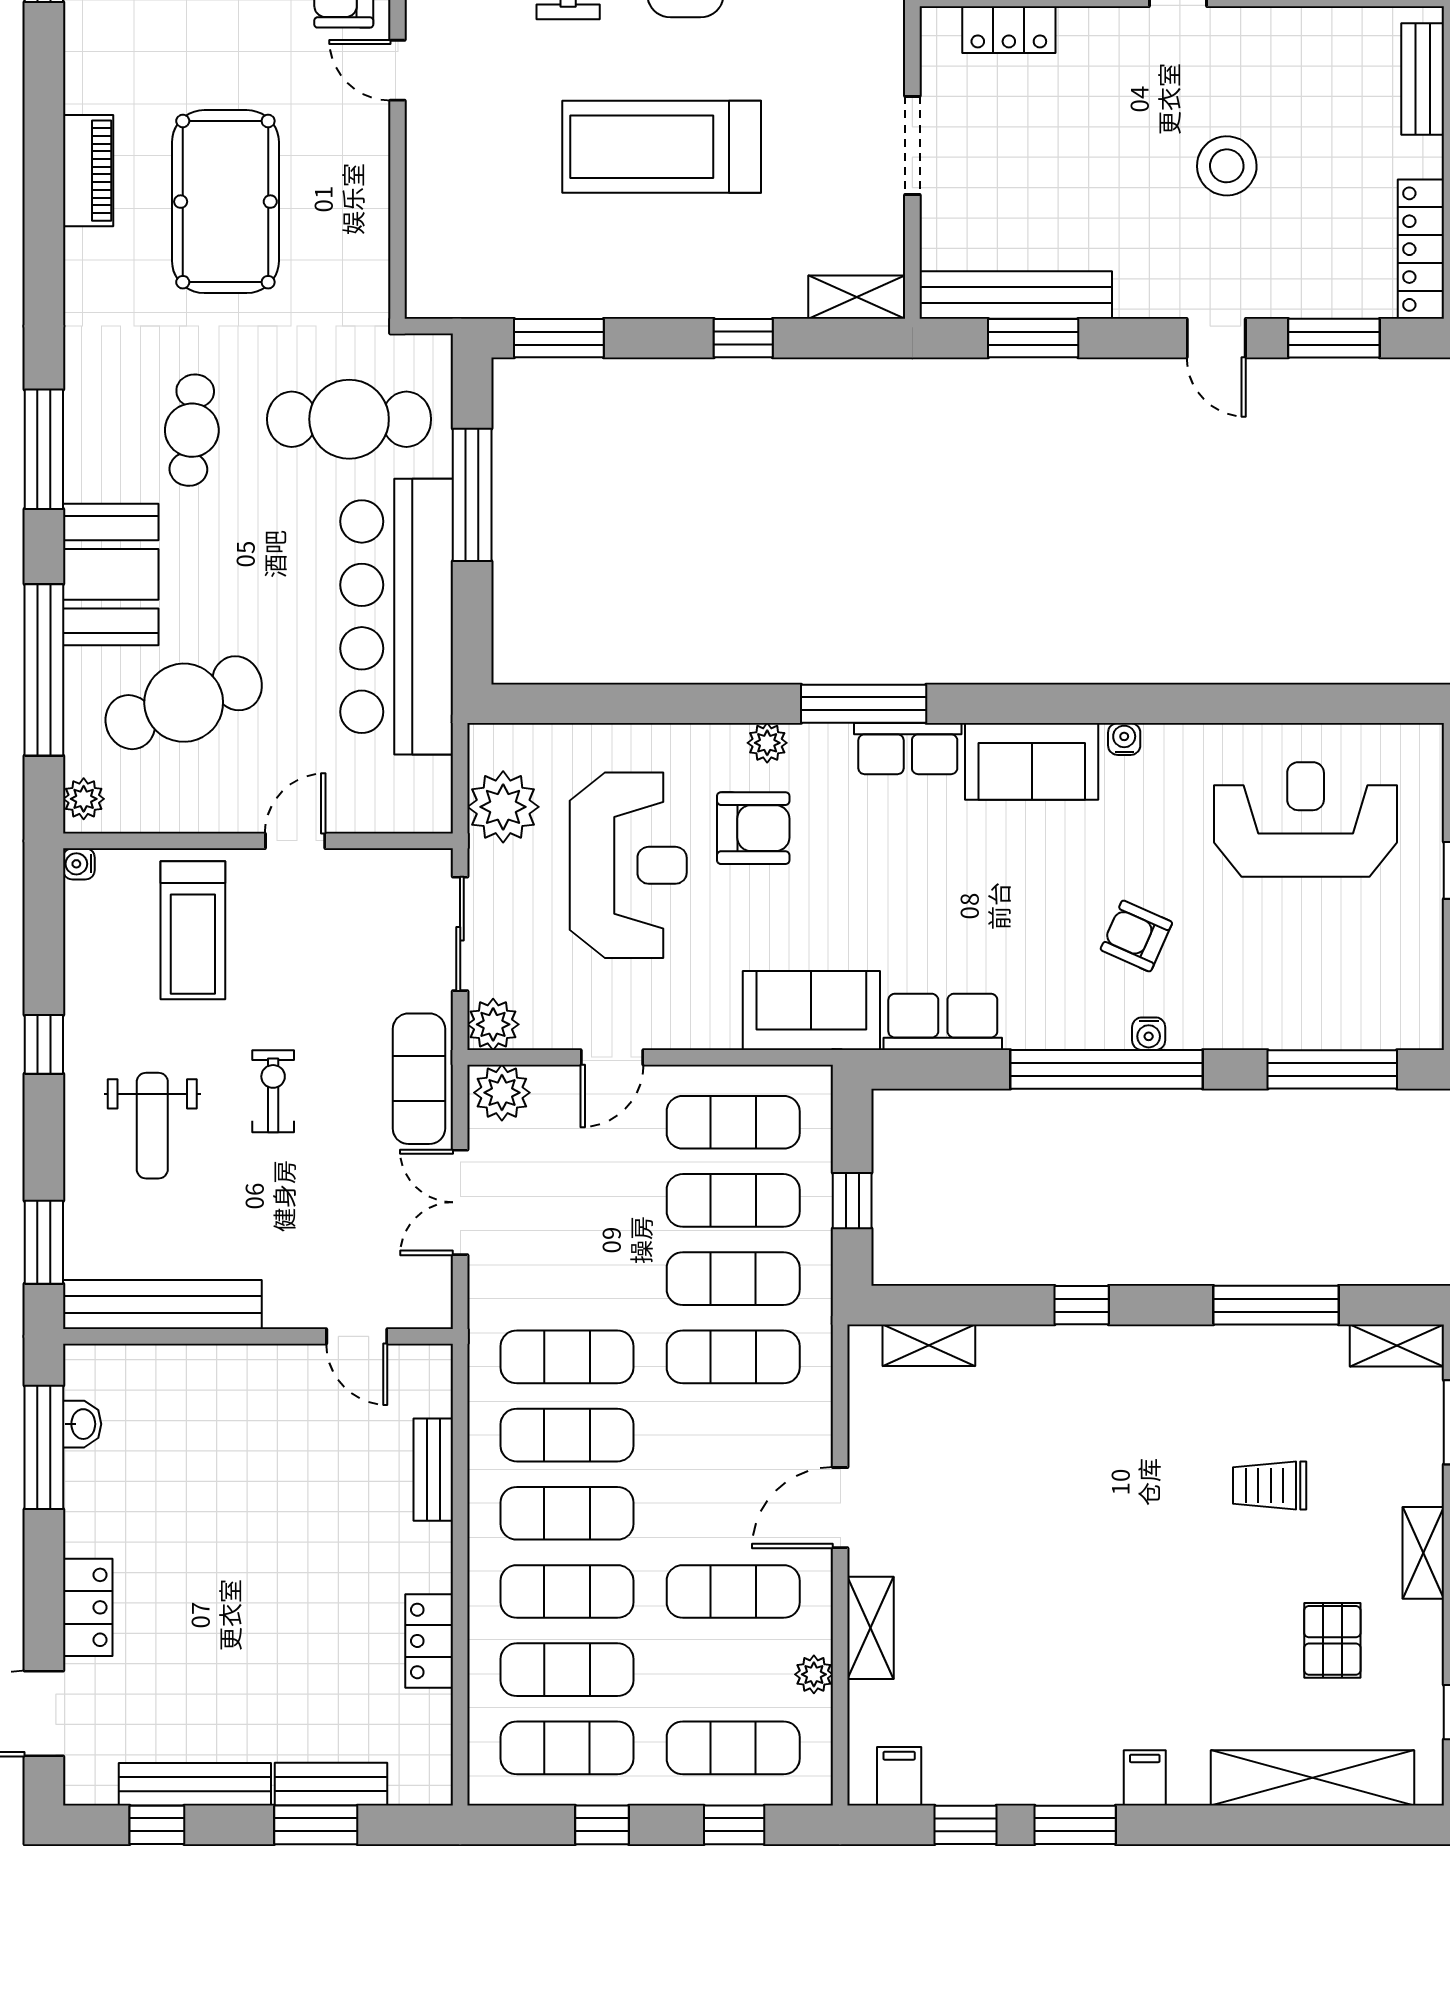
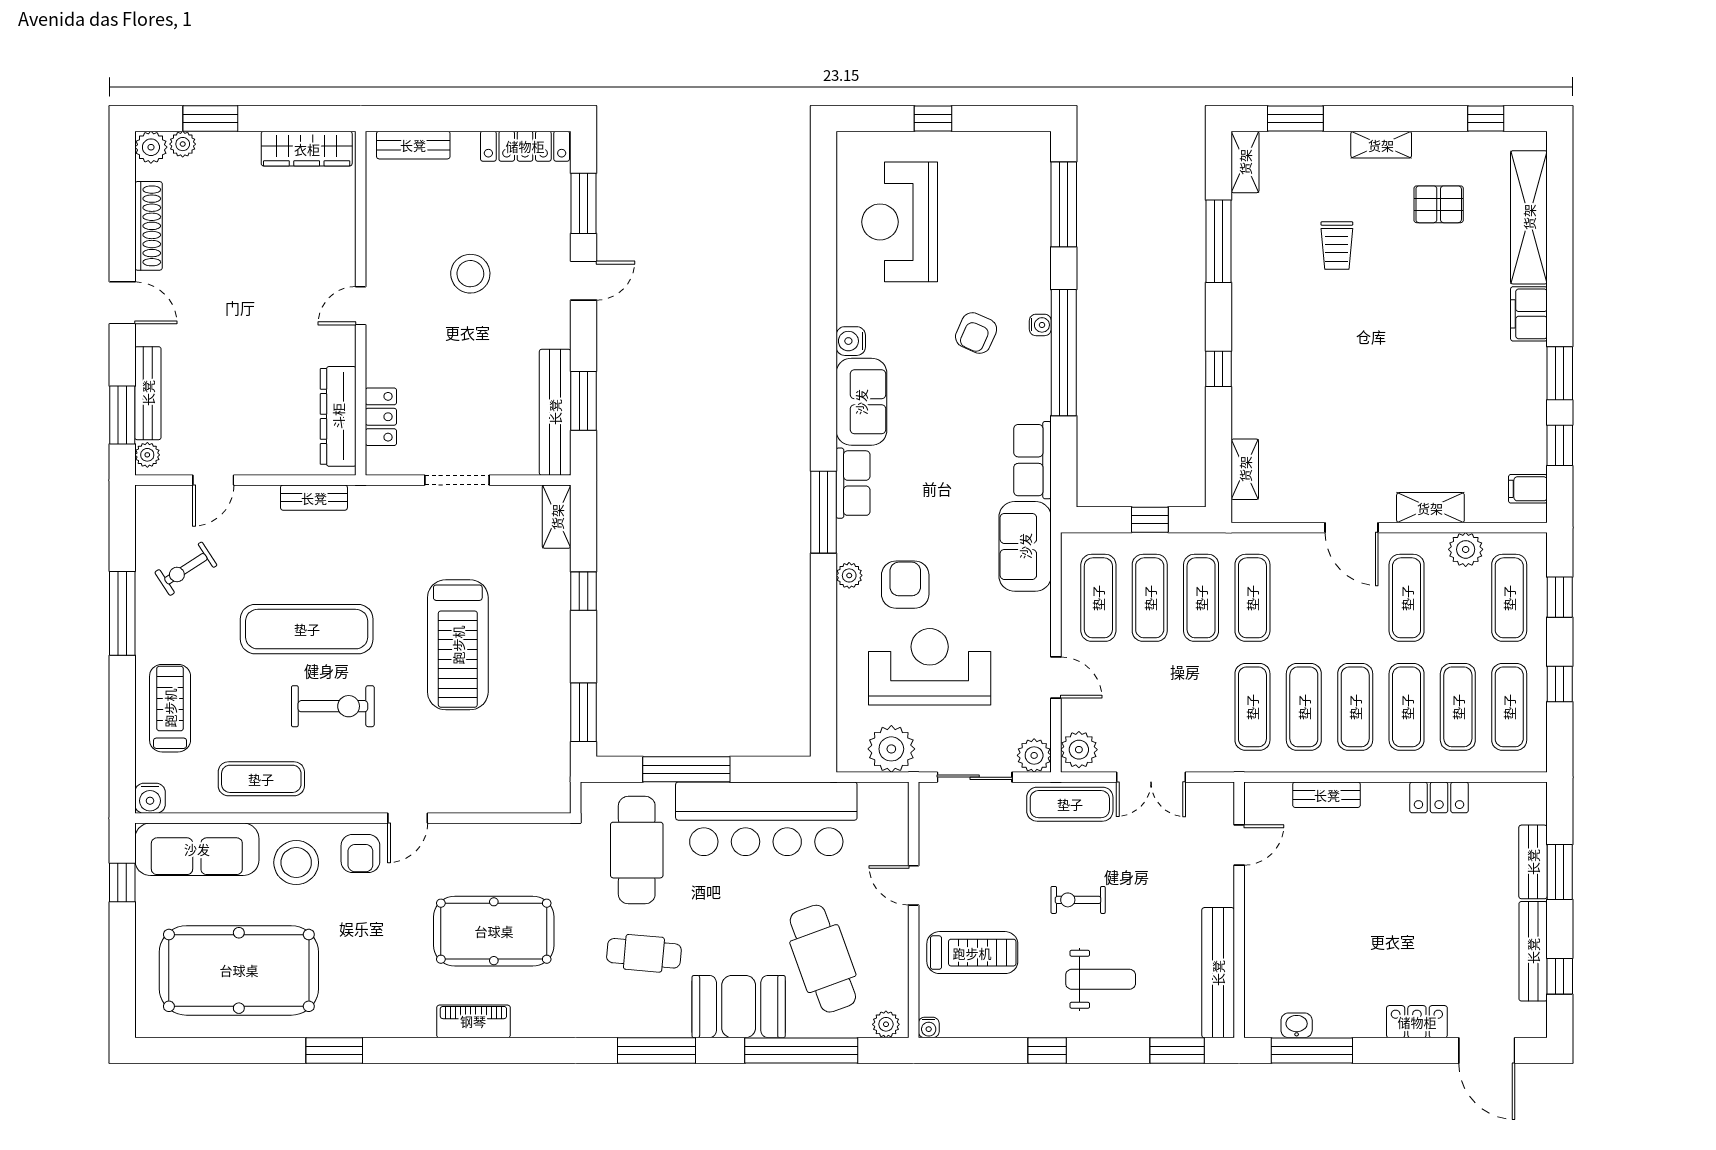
water cooler: (1124, 739) -> (851, 341), width x1.38, depth x1.38
plant: (814, 1674) -> (1466, 549), width x1.38, depth x1.38
filing cabinet: (1145, 1778) -> (1529, 314), width x2.00

